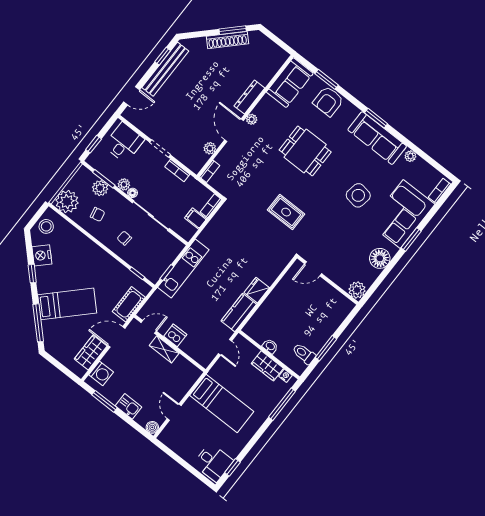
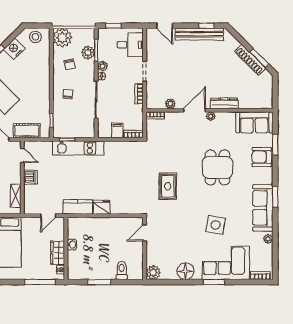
door: (313, 269) -> (145, 233), hinge flipped
shelving: (164, 349) -> (16, 196), moved
toilet: (304, 354) -> (122, 270), moved

